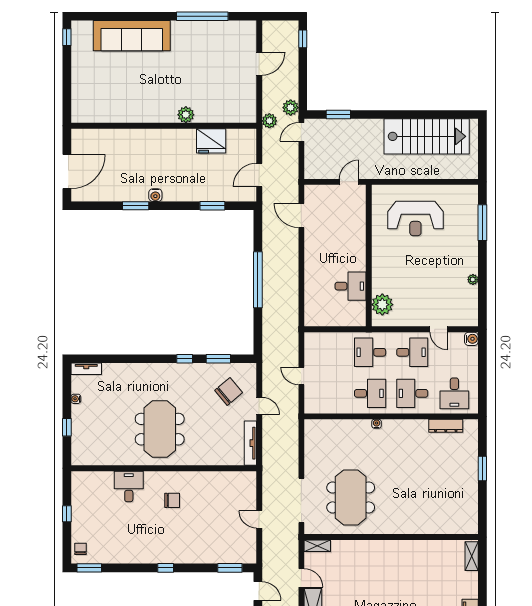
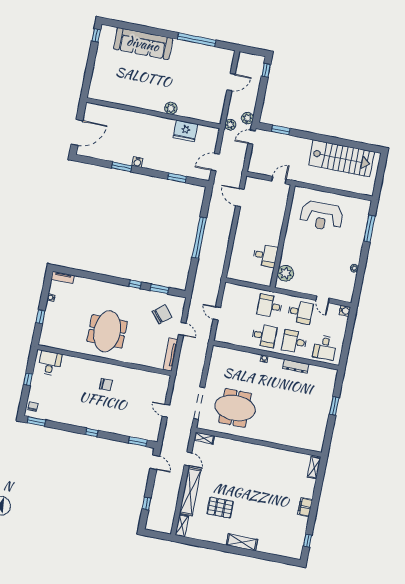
dresser: (446, 426) -> (296, 366), moved
desk: (129, 486) -> (50, 363), moved
meeting table: (351, 497) -> (235, 408), turned 90

